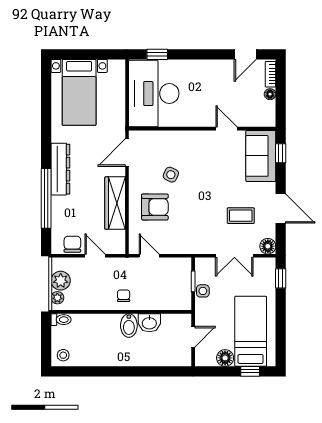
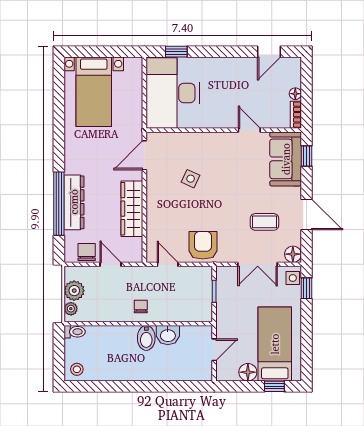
bookcase: (271, 74) -> (296, 115), moved
dresser: (60, 169) -> (74, 202), moved
armchair: (155, 207) -> (203, 245), moved, turned -90
side table: (203, 291) -> (293, 278), moved

